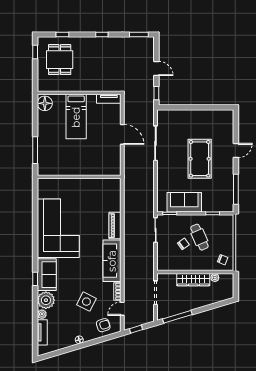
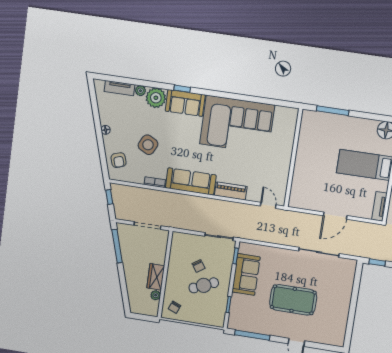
wardrobe: (193, 280) -> (156, 277), width x0.67
door: (122, 309) -> (268, 205), moved

